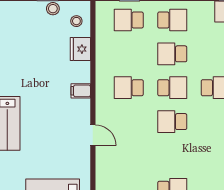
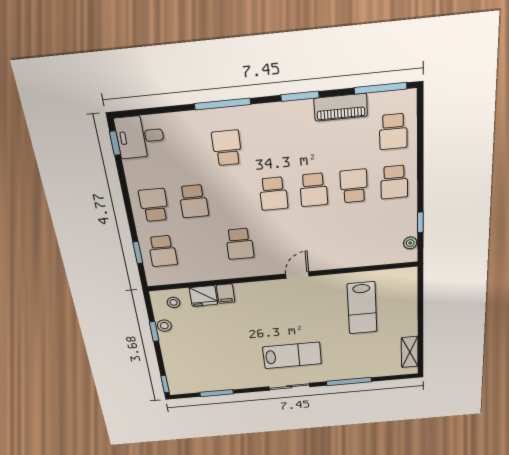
school desk: (172, 88) -> (314, 190), moved, turned 180
filing cabinet: (81, 91) -> (226, 294), moved

